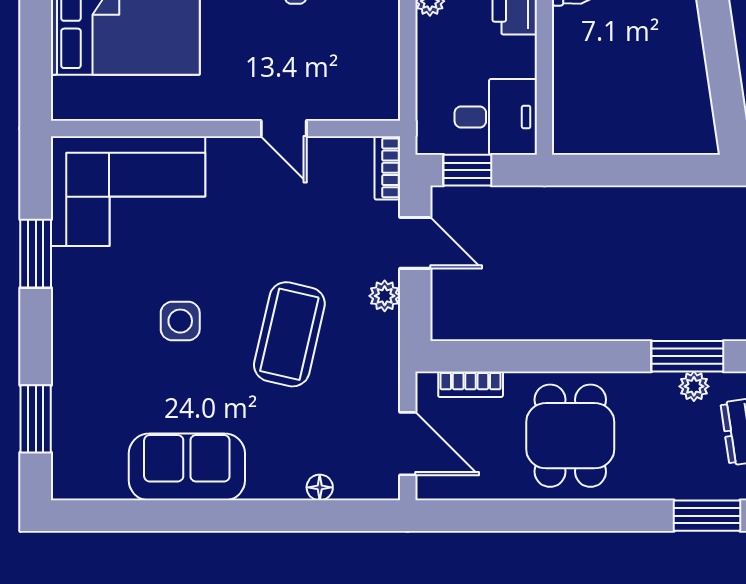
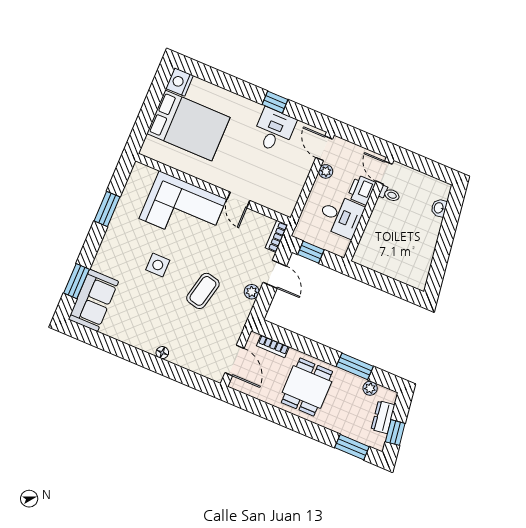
desk: (496, 117) -> (341, 216), moved
corner sofa: (128, 191) -> (183, 209), moved
coffee table: (289, 334) -> (203, 291), width x0.73, depth x0.76
window: (687, 356) -> (355, 366), moved
sofa: (187, 467) -> (93, 300), moved, turned 90
floor lamp: (320, 487) -> (162, 353), moved

